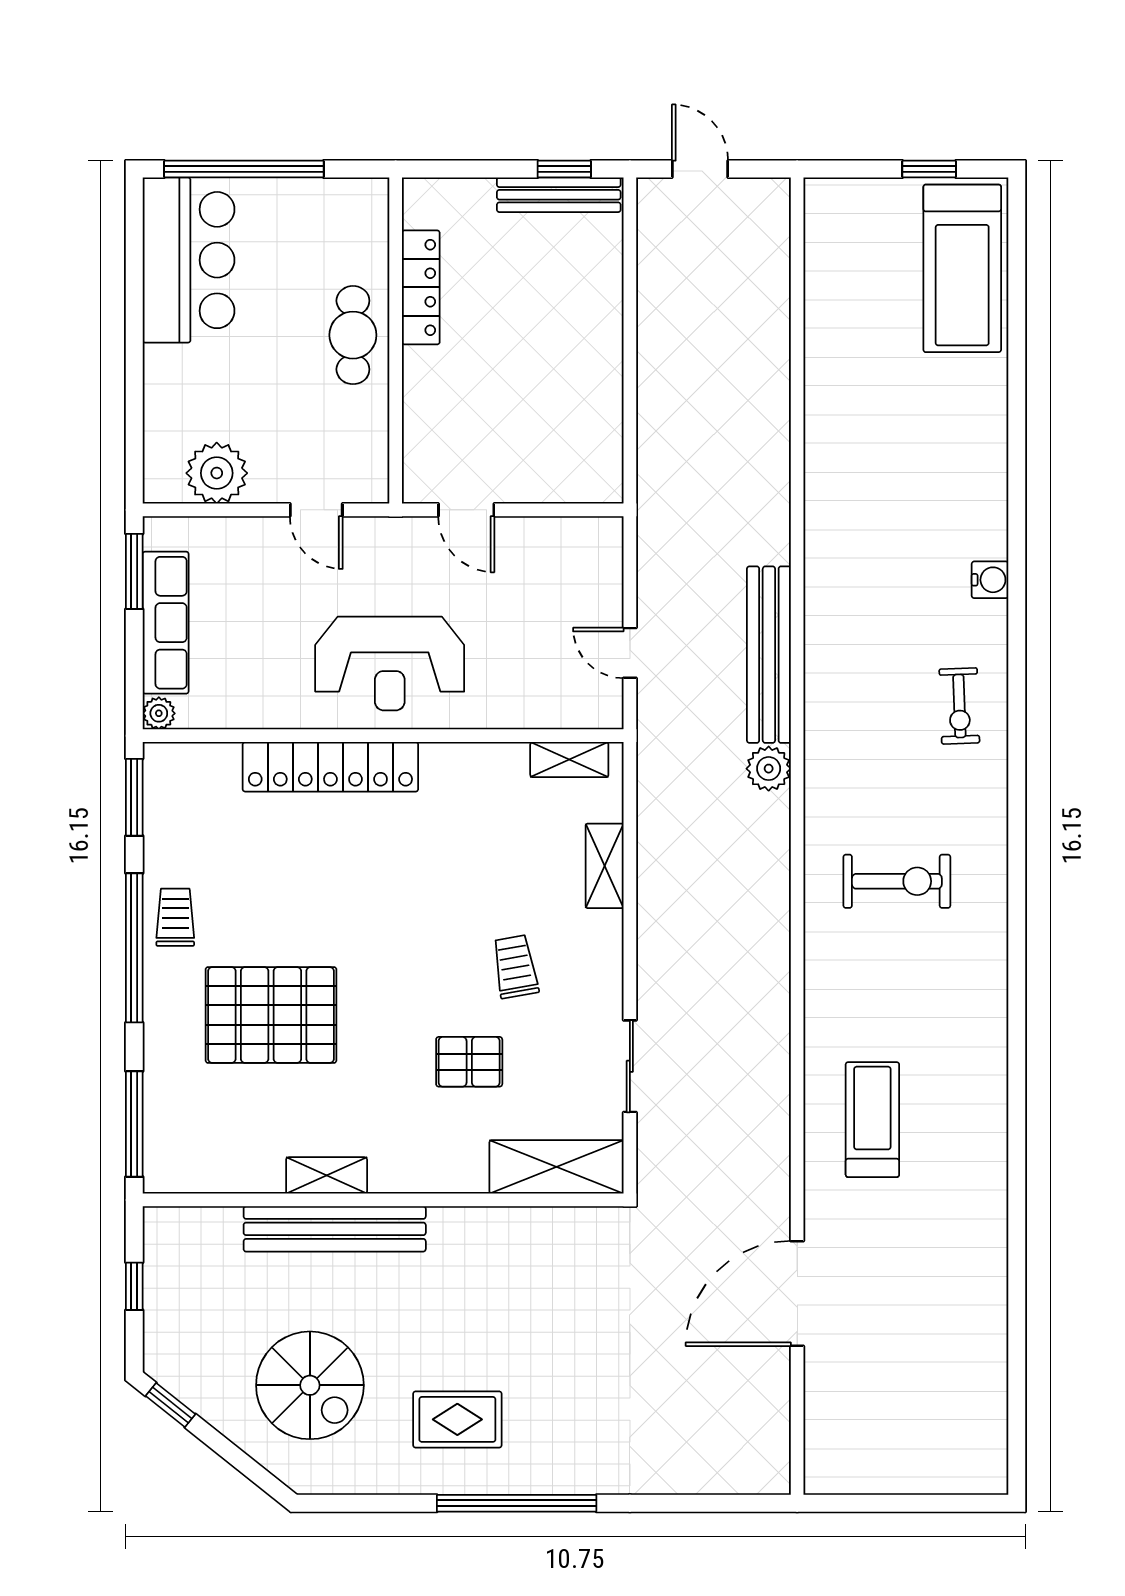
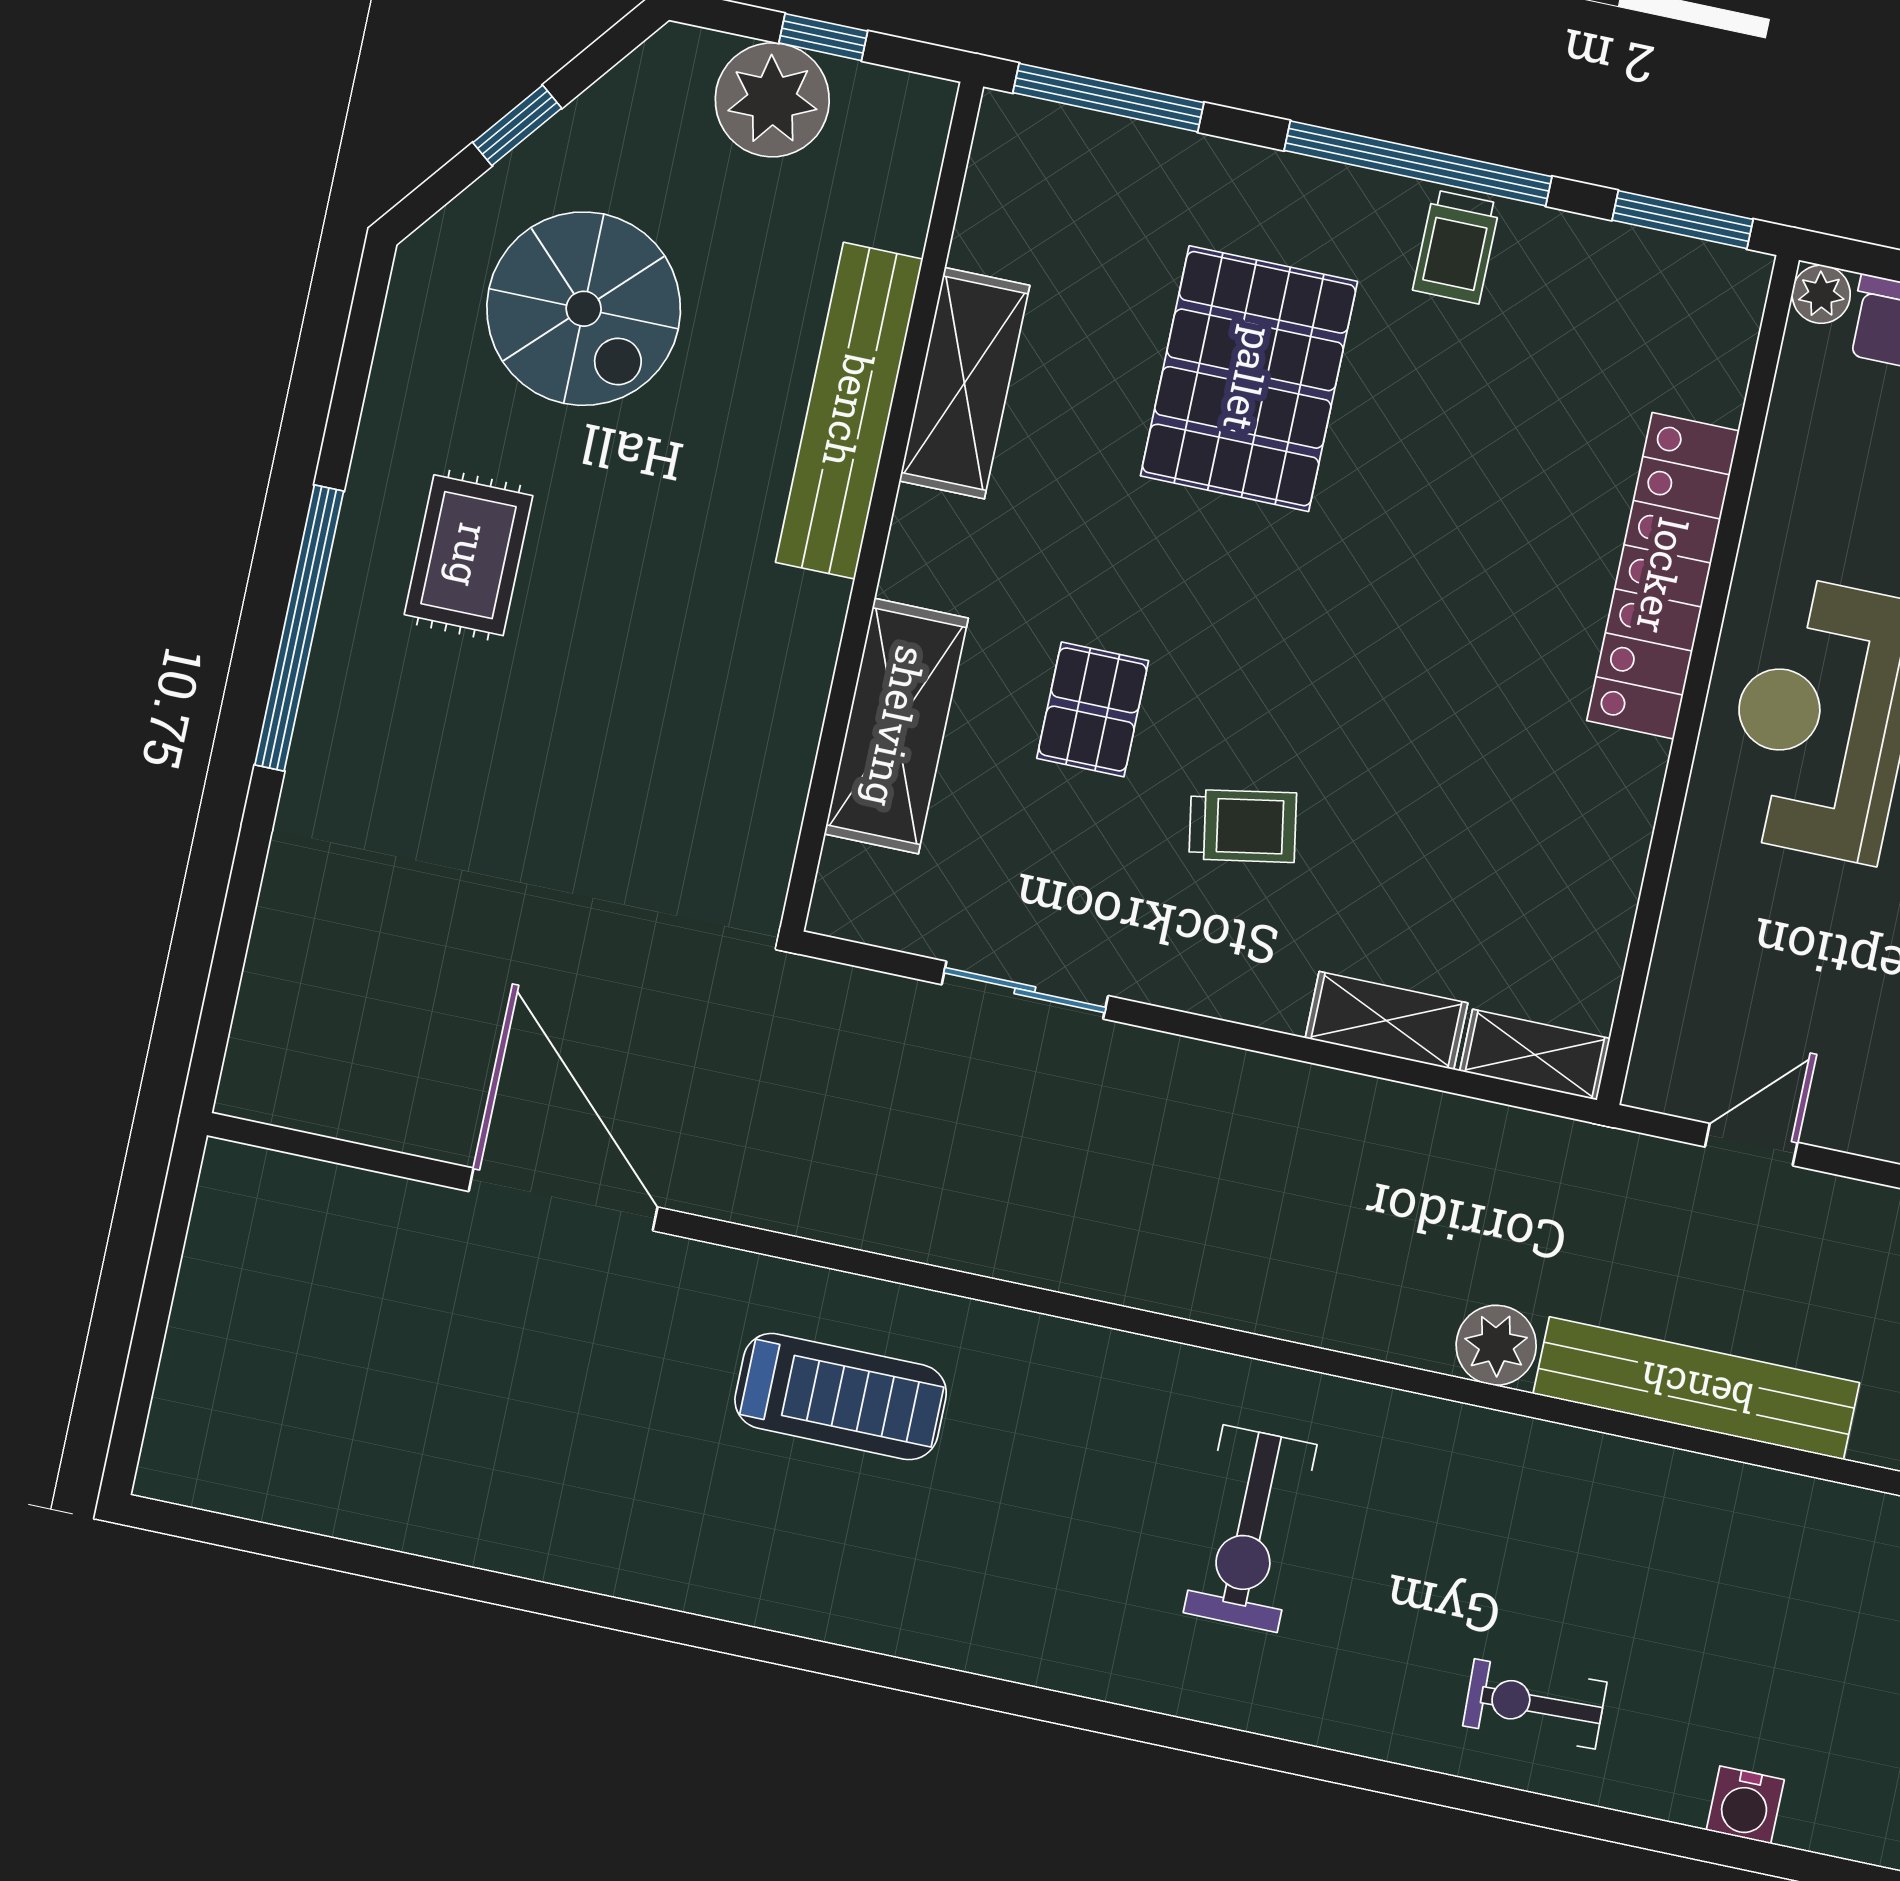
shelving: (569, 760) -> (1535, 1055), moved, turned 90
trolley: (175, 917) -> (1456, 247), turned 90
shelving: (556, 1167) -> (896, 726), moved
shelving: (327, 1175) -> (964, 383), width x1.50, depth x1.33
plant: (174, 1307) -> (772, 100), added
spiral stairs: (310, 1385) -> (584, 309), turned -90
window: (170, 1405) -> (517, 125), moved

